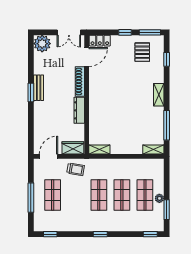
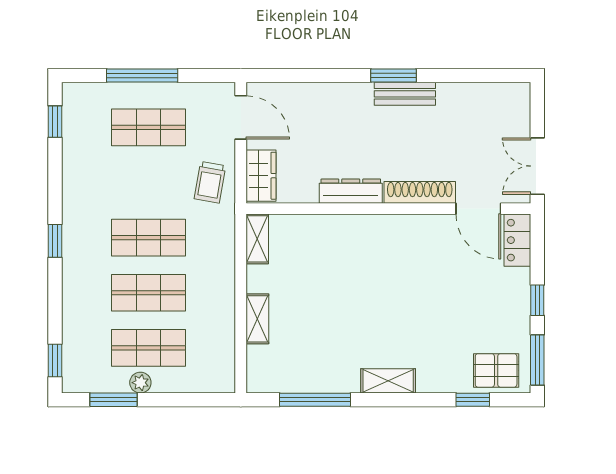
plant: (42, 44) -> (510, 102), removed
pallet: (142, 52) -> (496, 370), moved
shelving: (153, 149) -> (257, 319), moved

